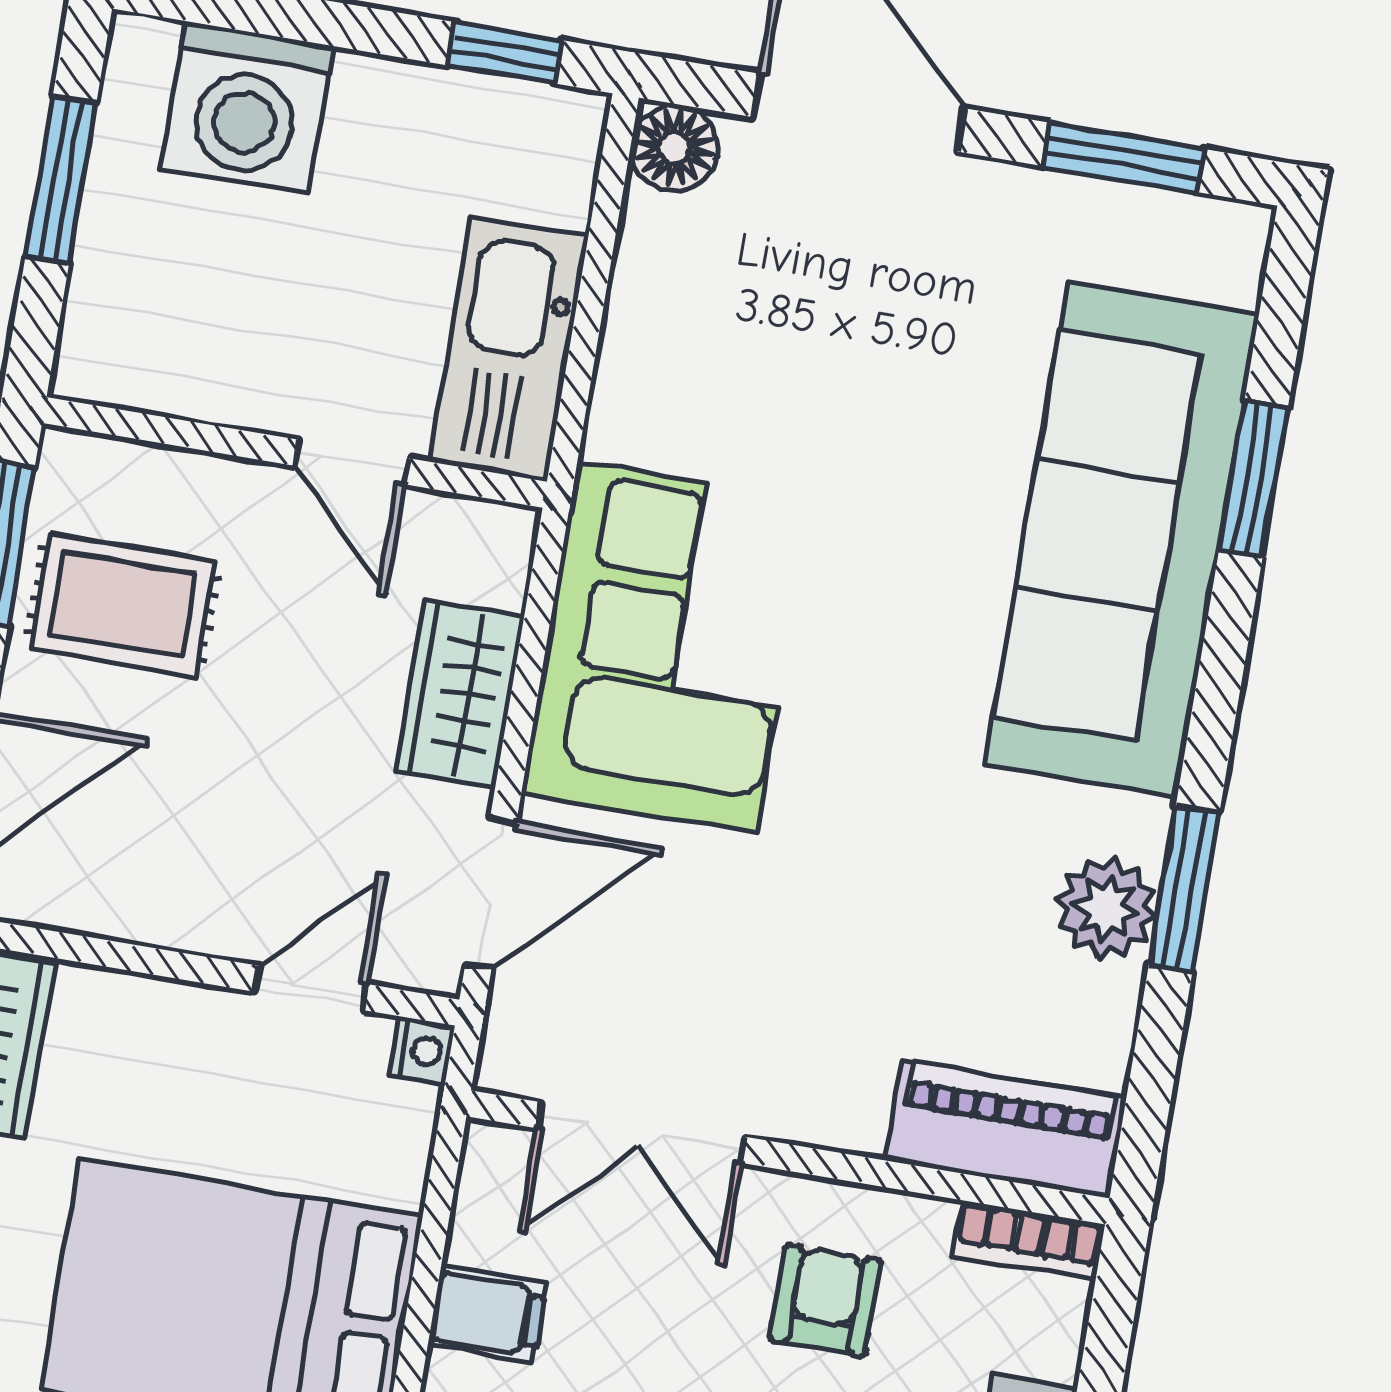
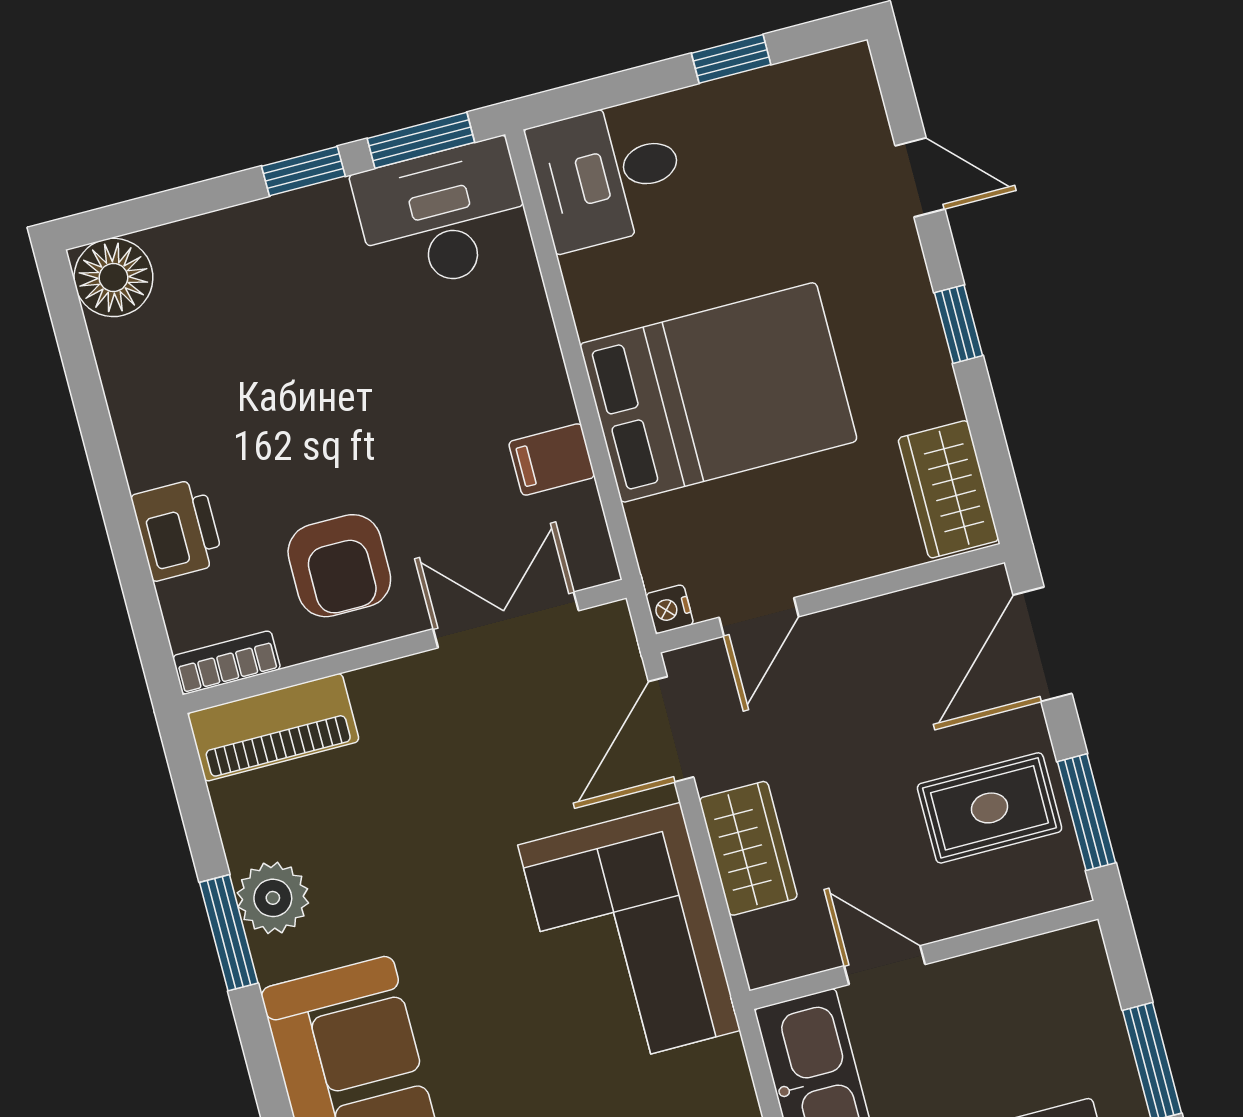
armchair: (825, 1300) -> (339, 566), width x1.38, depth x1.38

